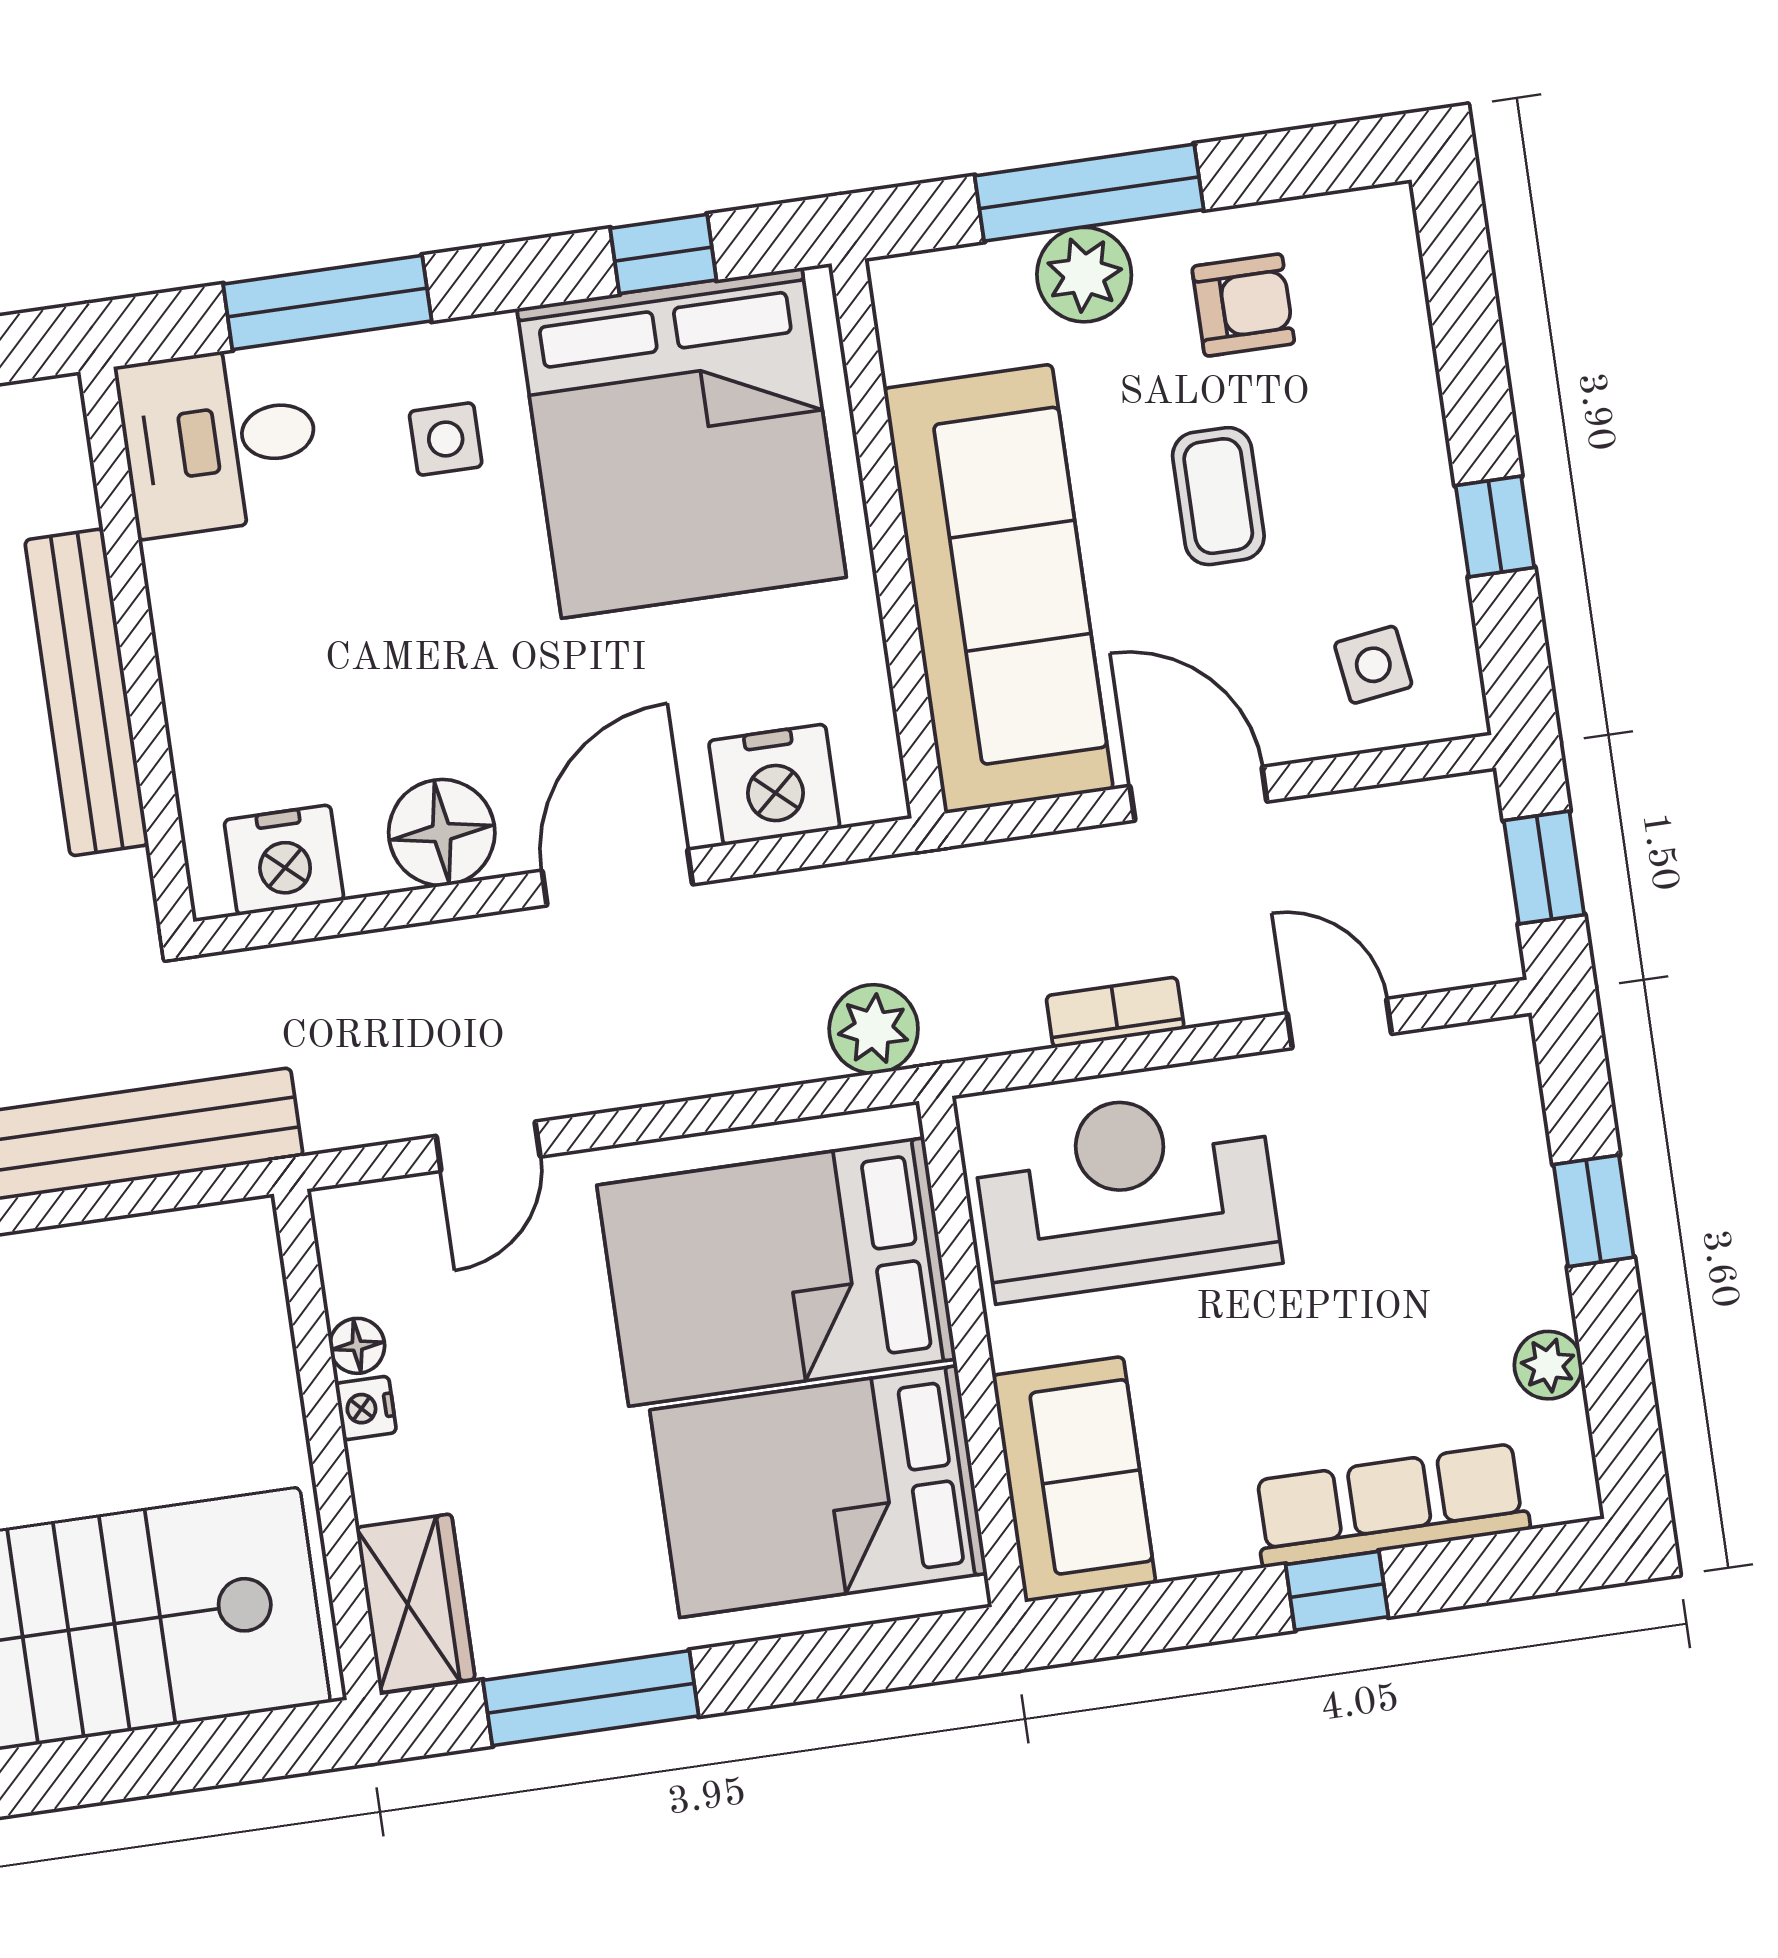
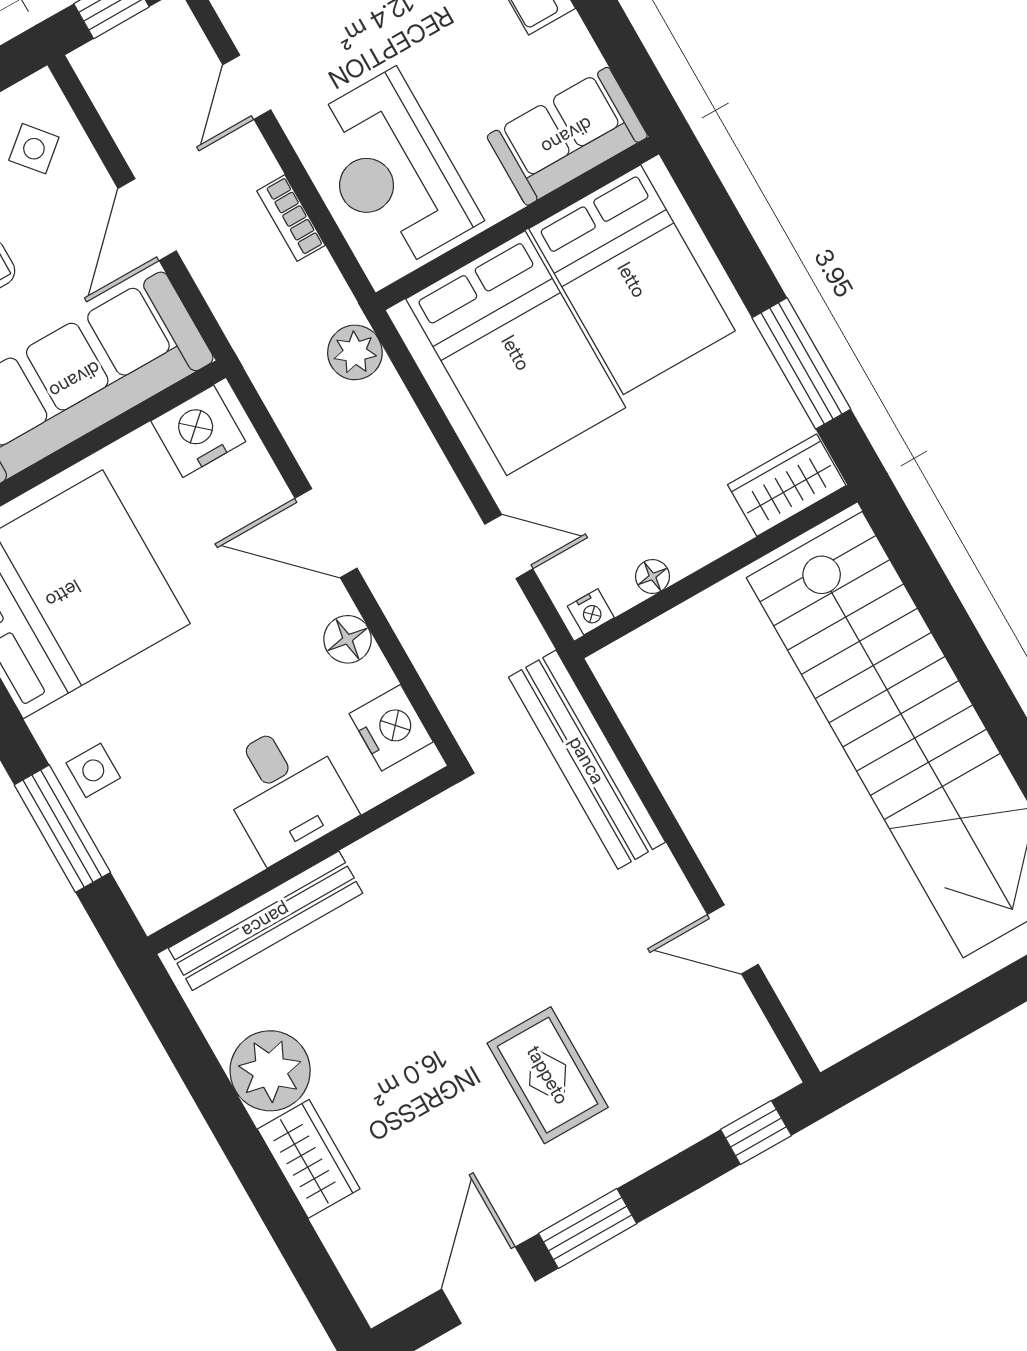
side table: (446, 439) -> (93, 770), moved
desk: (220, 440) -> (285, 791), moved
side table: (1373, 665) -> (34, 149), turned -32
bench: (87, 692) -> (266, 921), moved
nightstand: (774, 785) -> (198, 431), moved, turned -90
floor lamp: (442, 833) -> (348, 639), width x0.73, depth x0.73
nightstand: (366, 1408) -> (591, 612), moved

